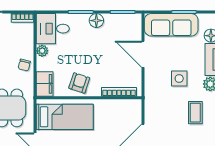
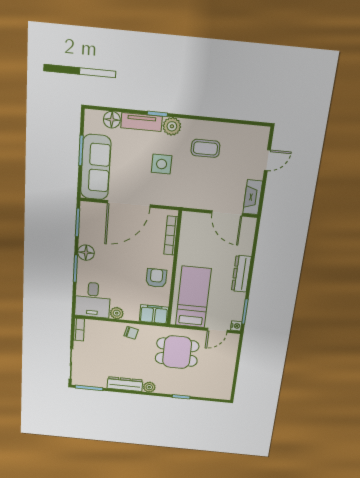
door: (143, 54) -> (129, 204), width x1.36
armchair: (79, 83) -> (156, 278), turned 72

